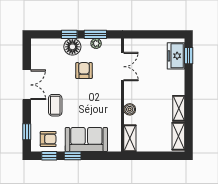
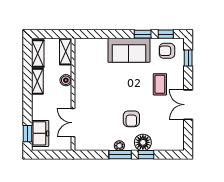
double door: (123, 67) -> (73, 123), moved
wall: (123, 95) -> (73, 94), moved
boiler: (130, 109) -> (66, 80), moved
shelving: (130, 138) -> (66, 52), moved

